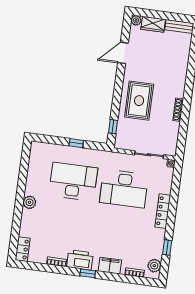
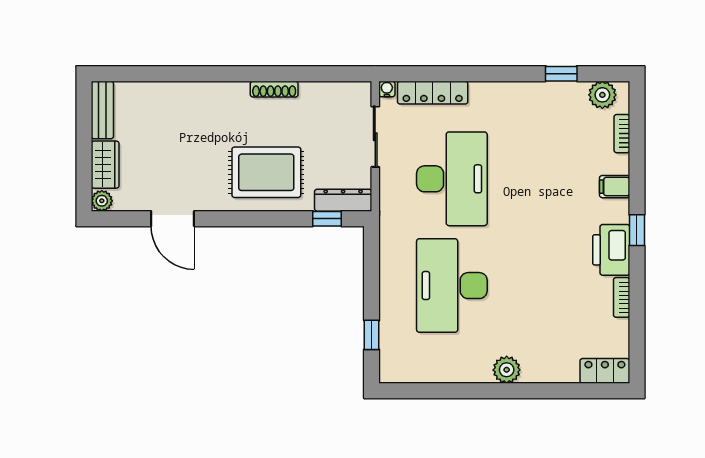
dresser: (121, 135) -> (343, 200), added
window: (76, 143) -> (372, 335), moved
locker: (163, 211) -> (433, 93), moved
filing cabinet: (110, 266) -> (615, 187), width x0.50

